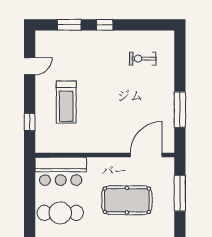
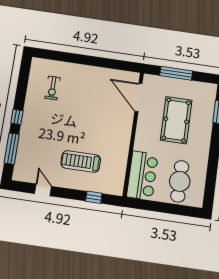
window: (69, 25) -> (12, 149), width x1.44
treadmill: (66, 102) -> (81, 161), turned 180
window: (180, 110) -> (103, 62), removed

